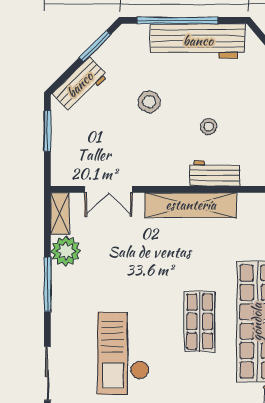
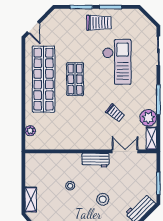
workbench: (215, 173) -> (95, 160), moved
shelving: (191, 205) -> (80, 143), removed
trolley: (126, 260) -> (115, 113), added

